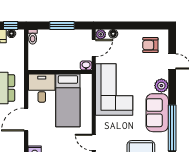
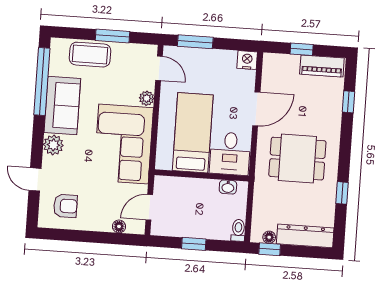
window: (62, 25) -> (194, 244), width x0.67
plant: (101, 34) -> (147, 98), moved
washbasin: (86, 65) -> (228, 187), moved

